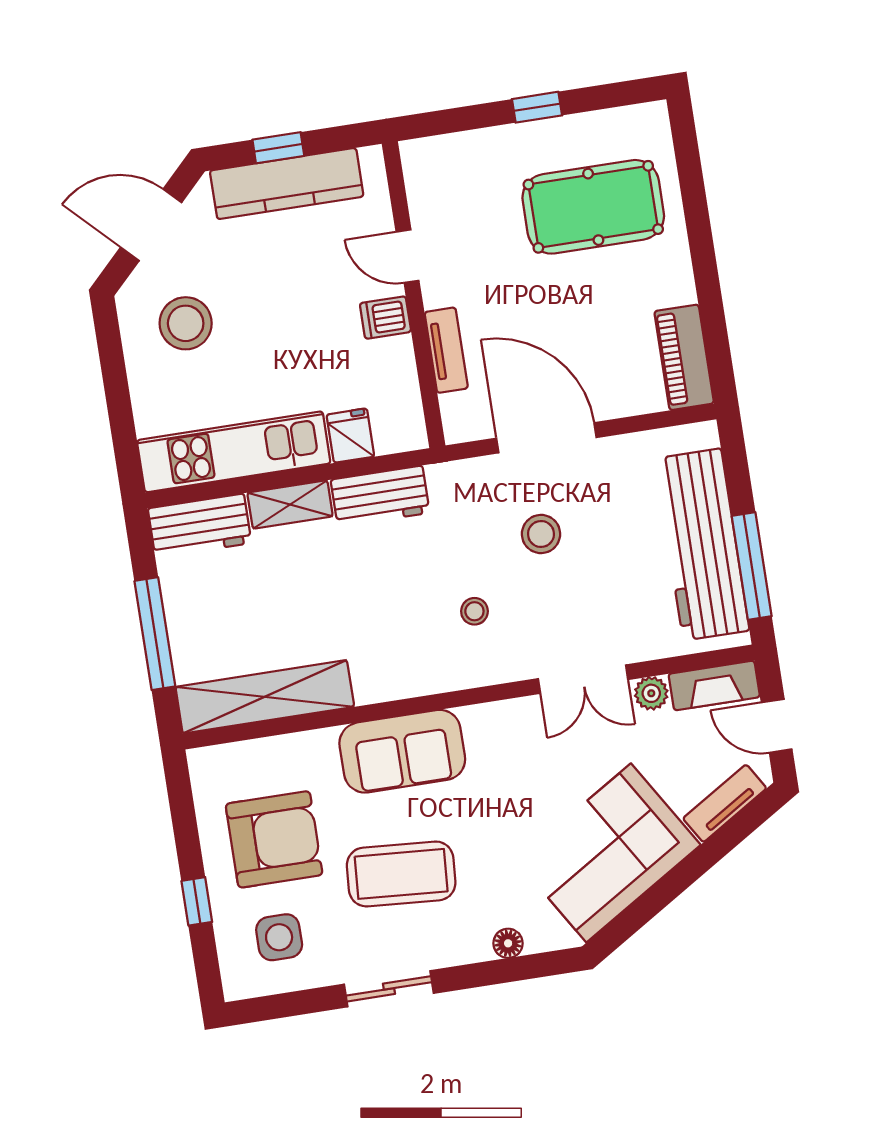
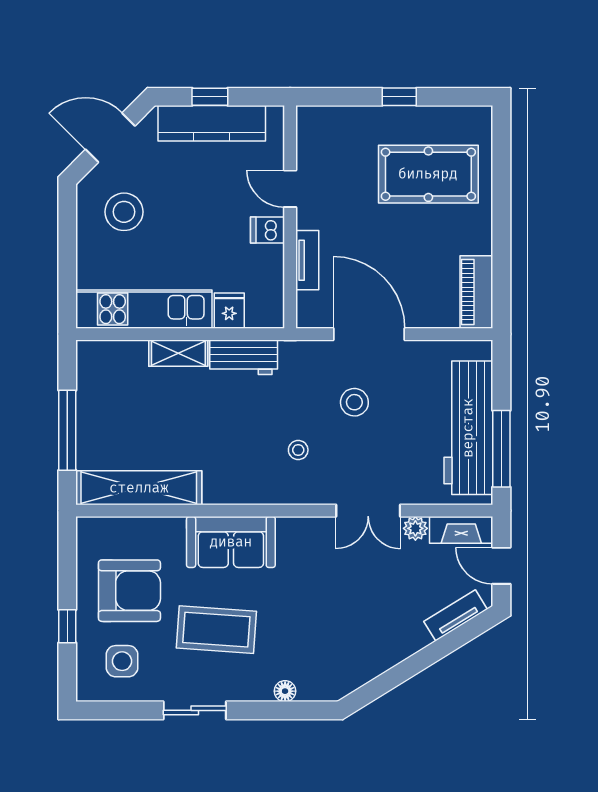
workbench: (200, 526) -> (111, 358), removed
corner sofa: (609, 853) -> (367, 638), removed

